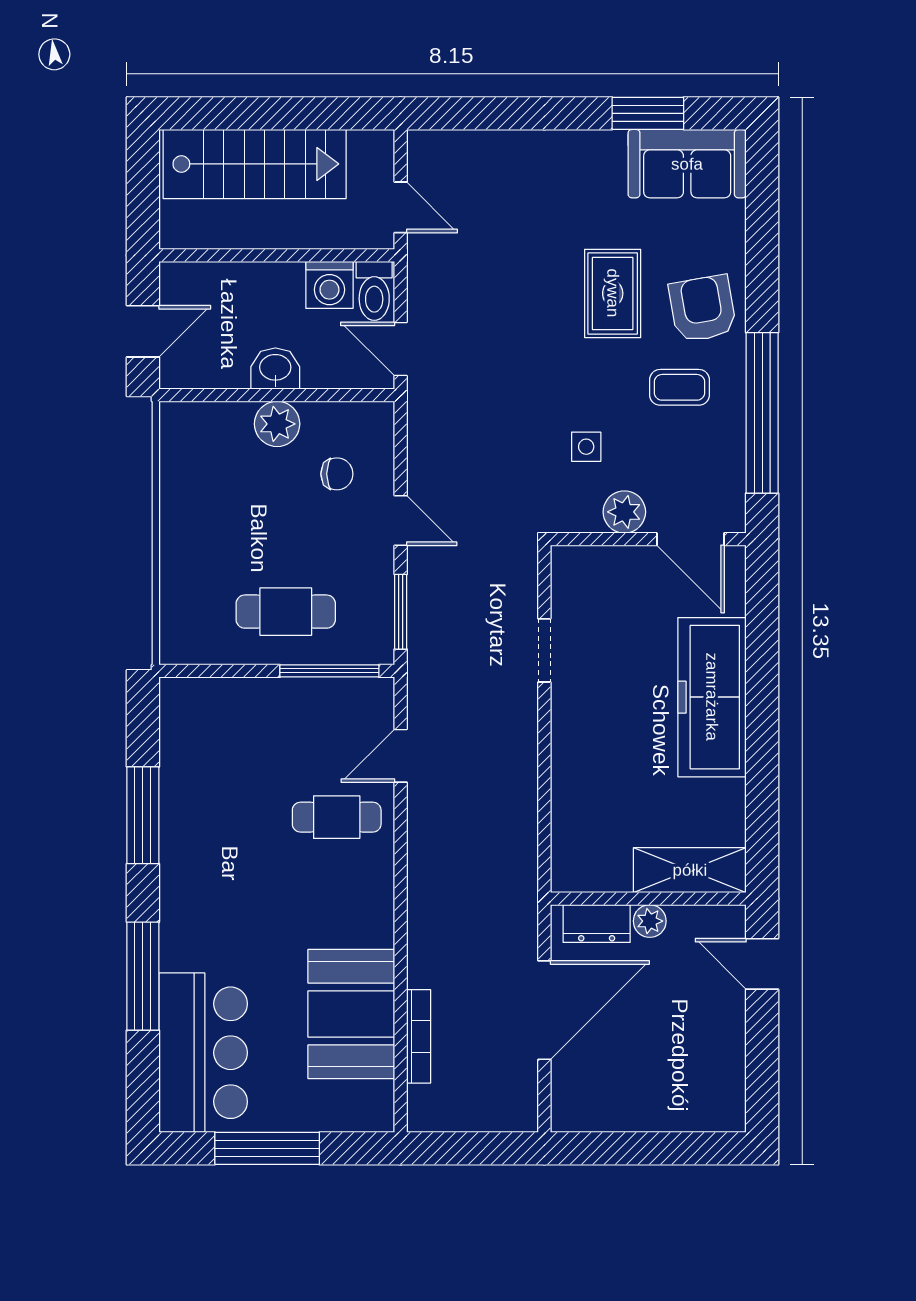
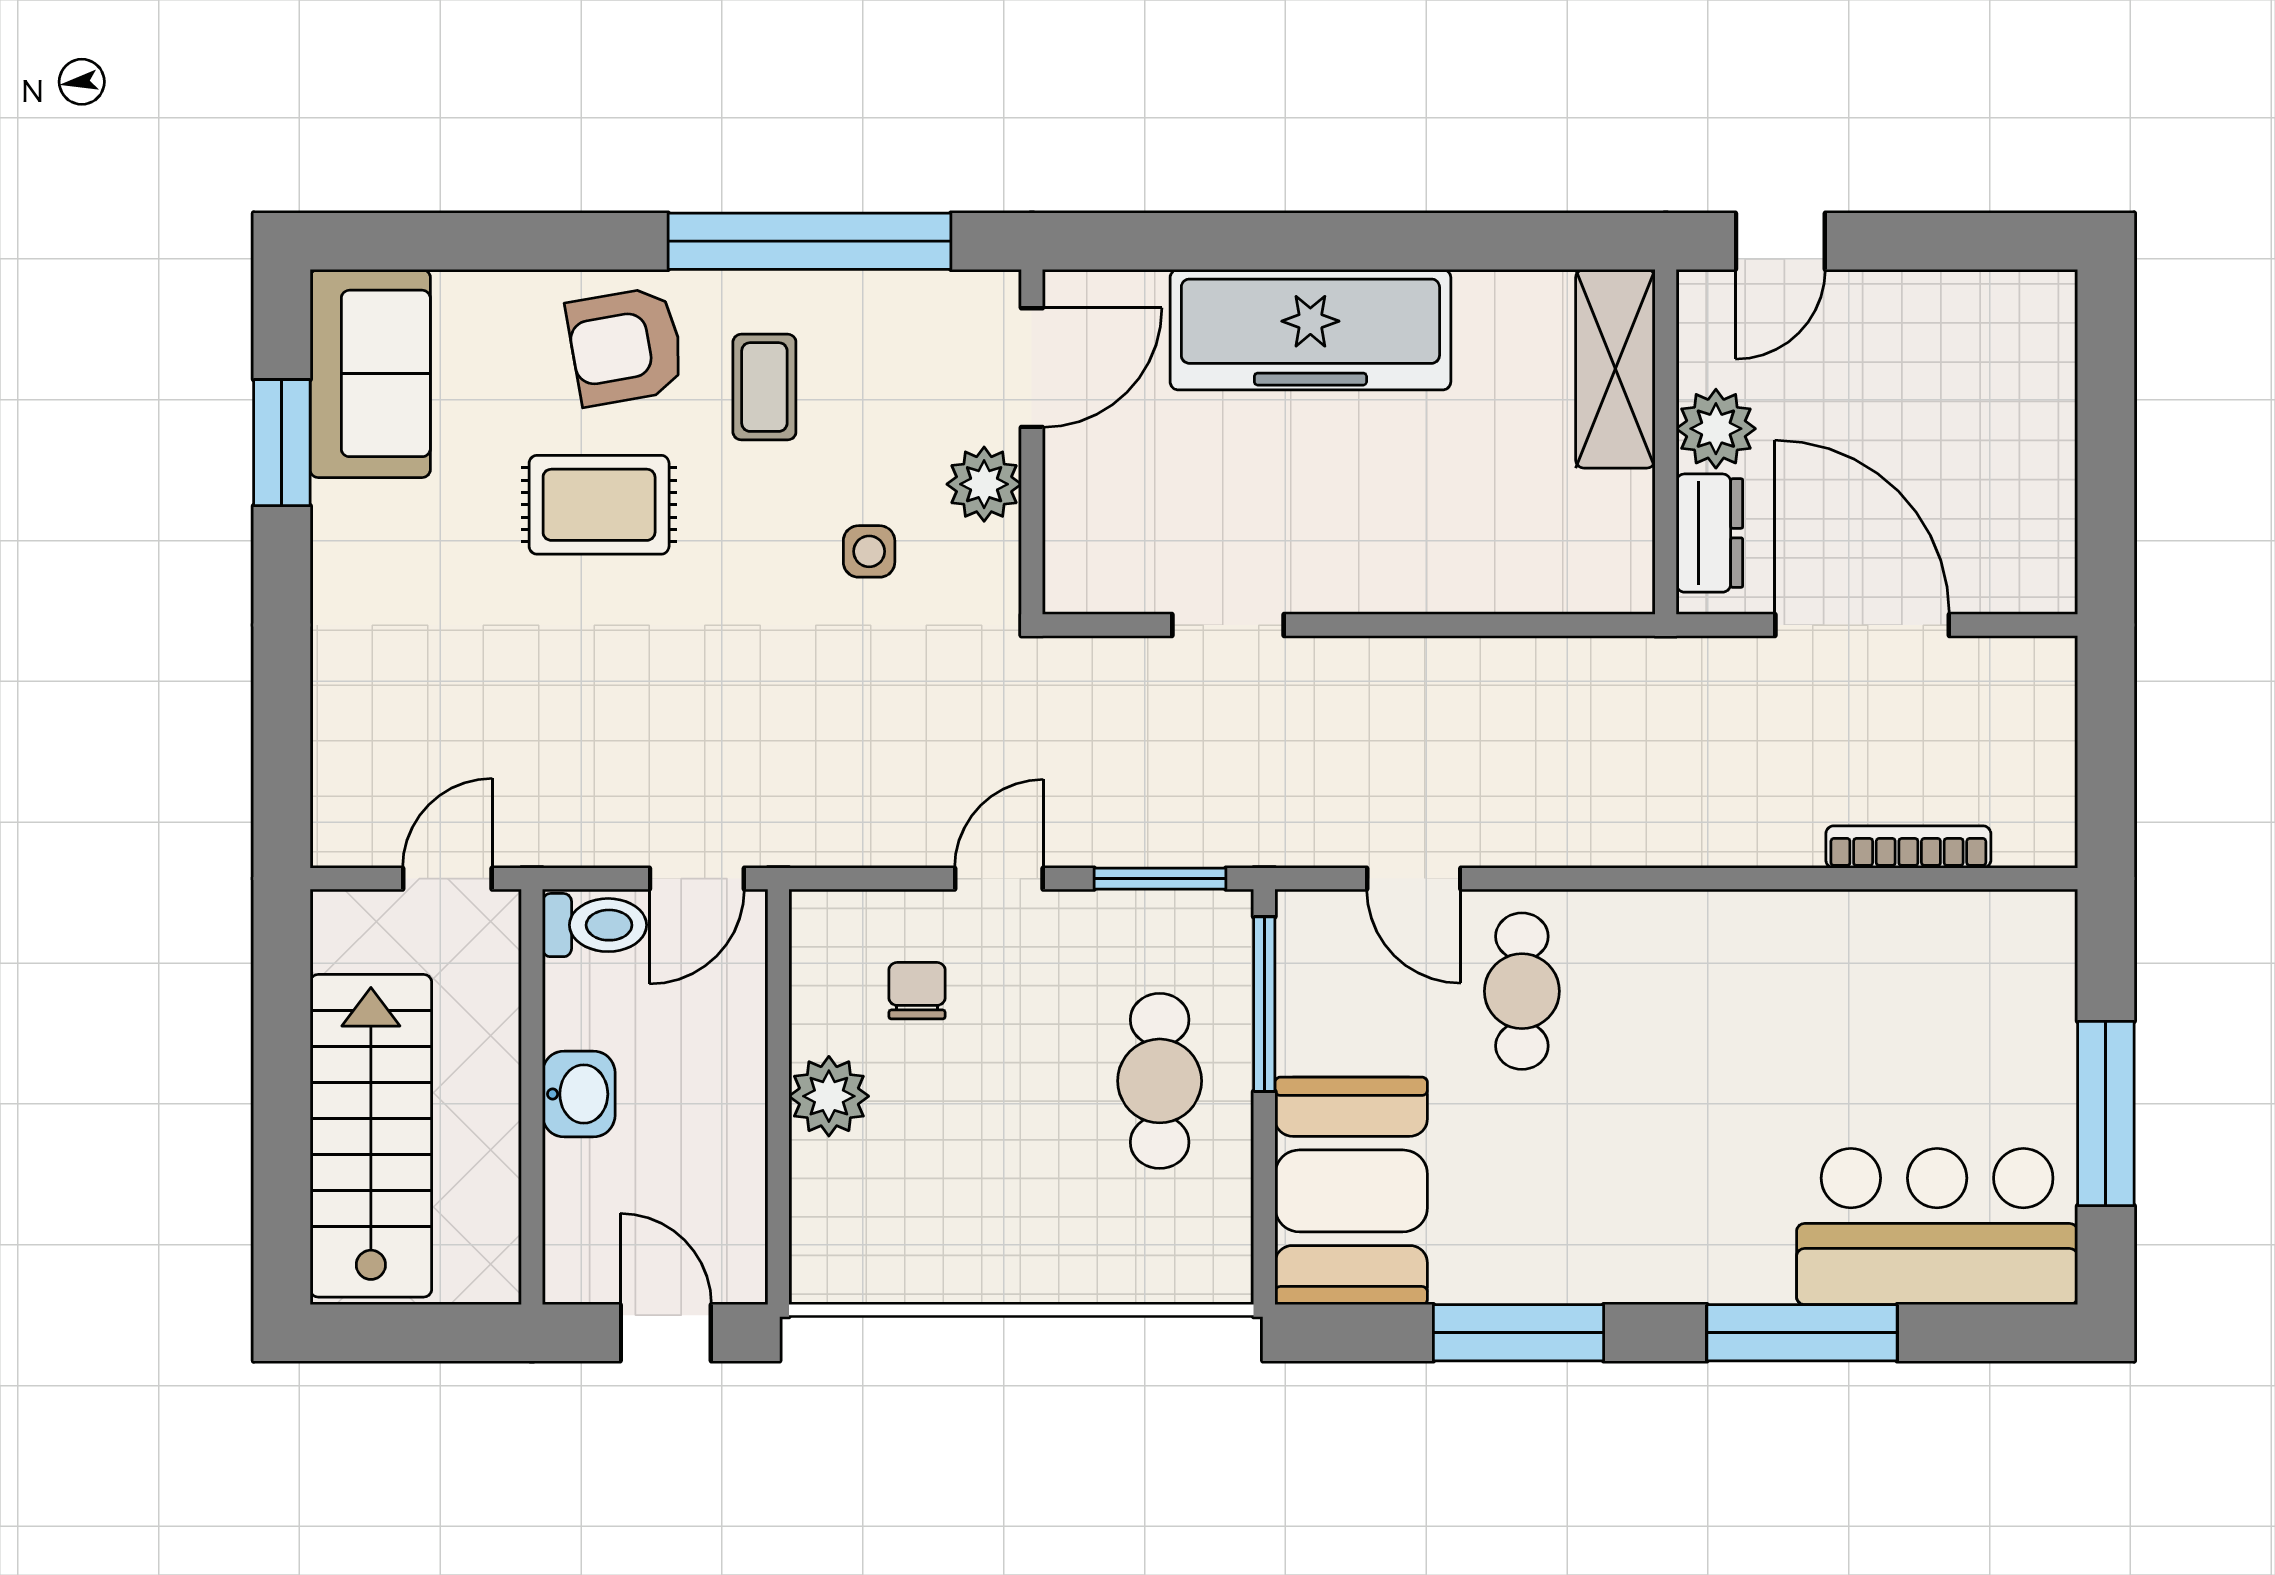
washing machine: (329, 285) -> (584, 1004), removed
washbasin: (275, 369) -> (579, 1094), moved, turned 180
plant: (650, 921) -> (1716, 429), width x1.38, depth x1.38
booth: (351, 1014) -> (1351, 1191), moved, turned 90

